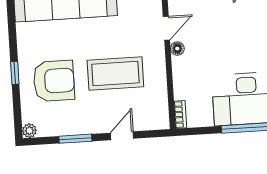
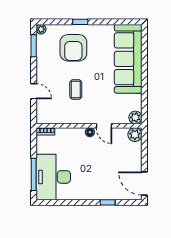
coffee table: (115, 73) -> (76, 90), width x0.54, depth x0.58
window: (75, 139) -> (34, 46), moved

